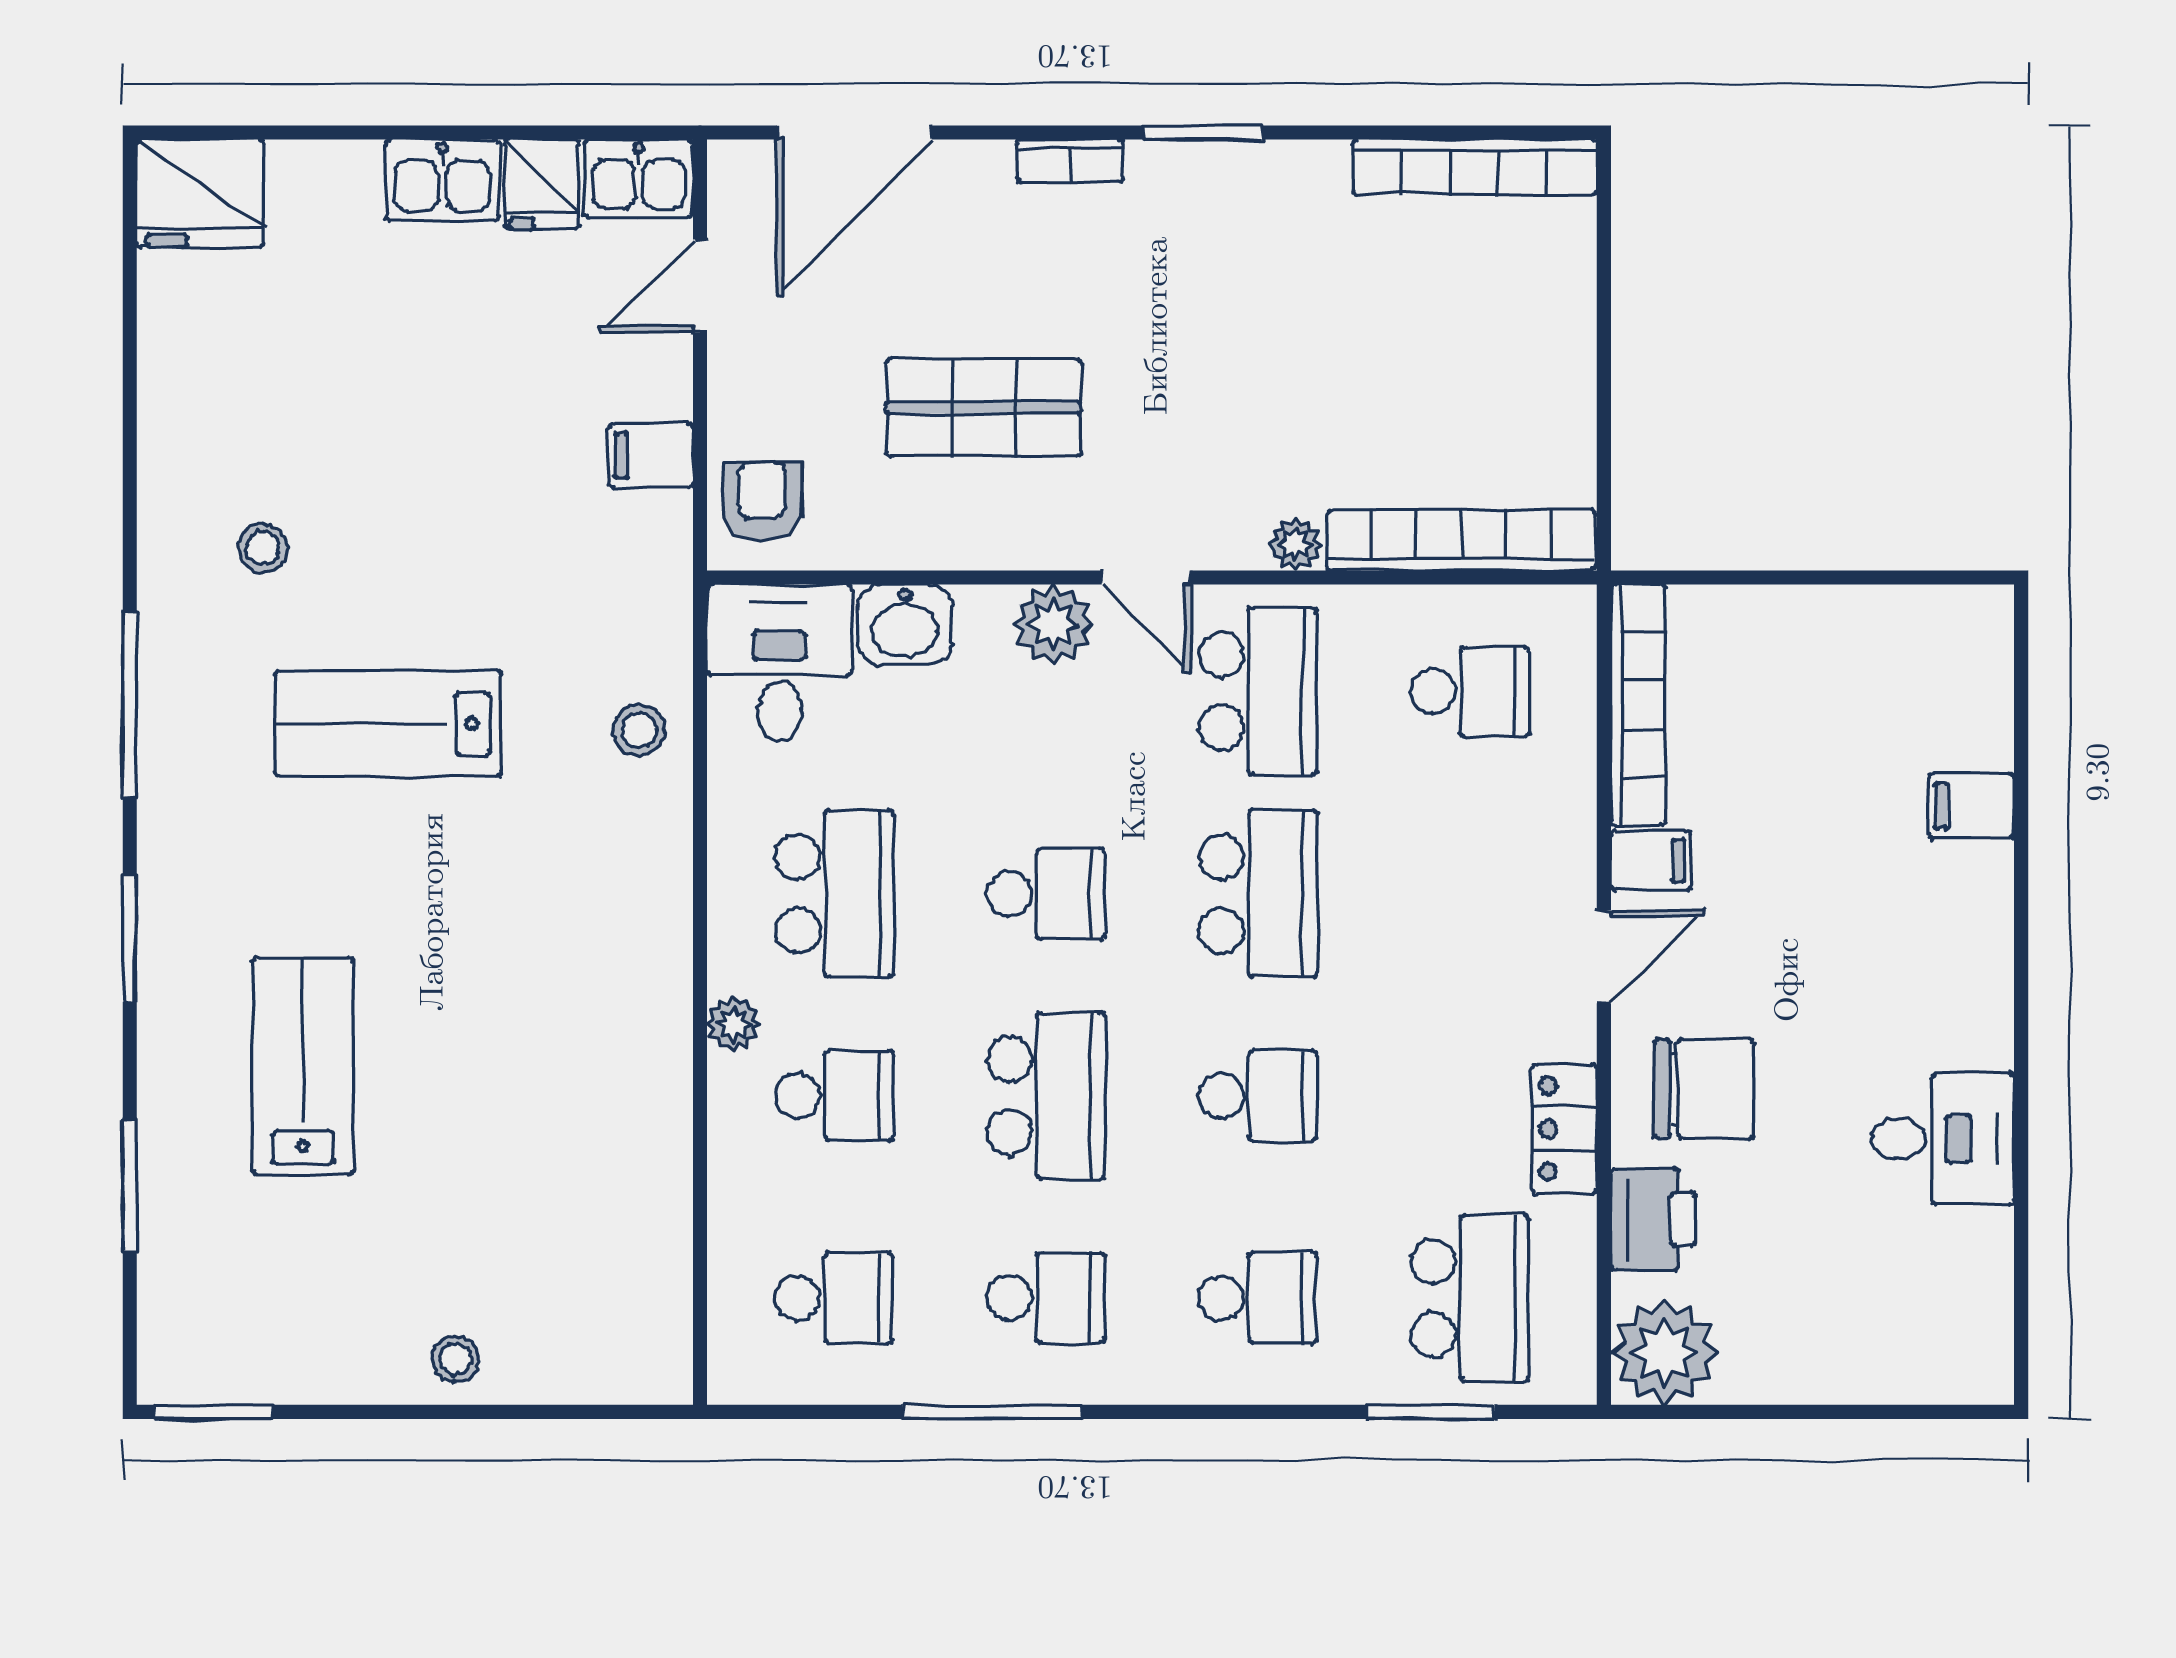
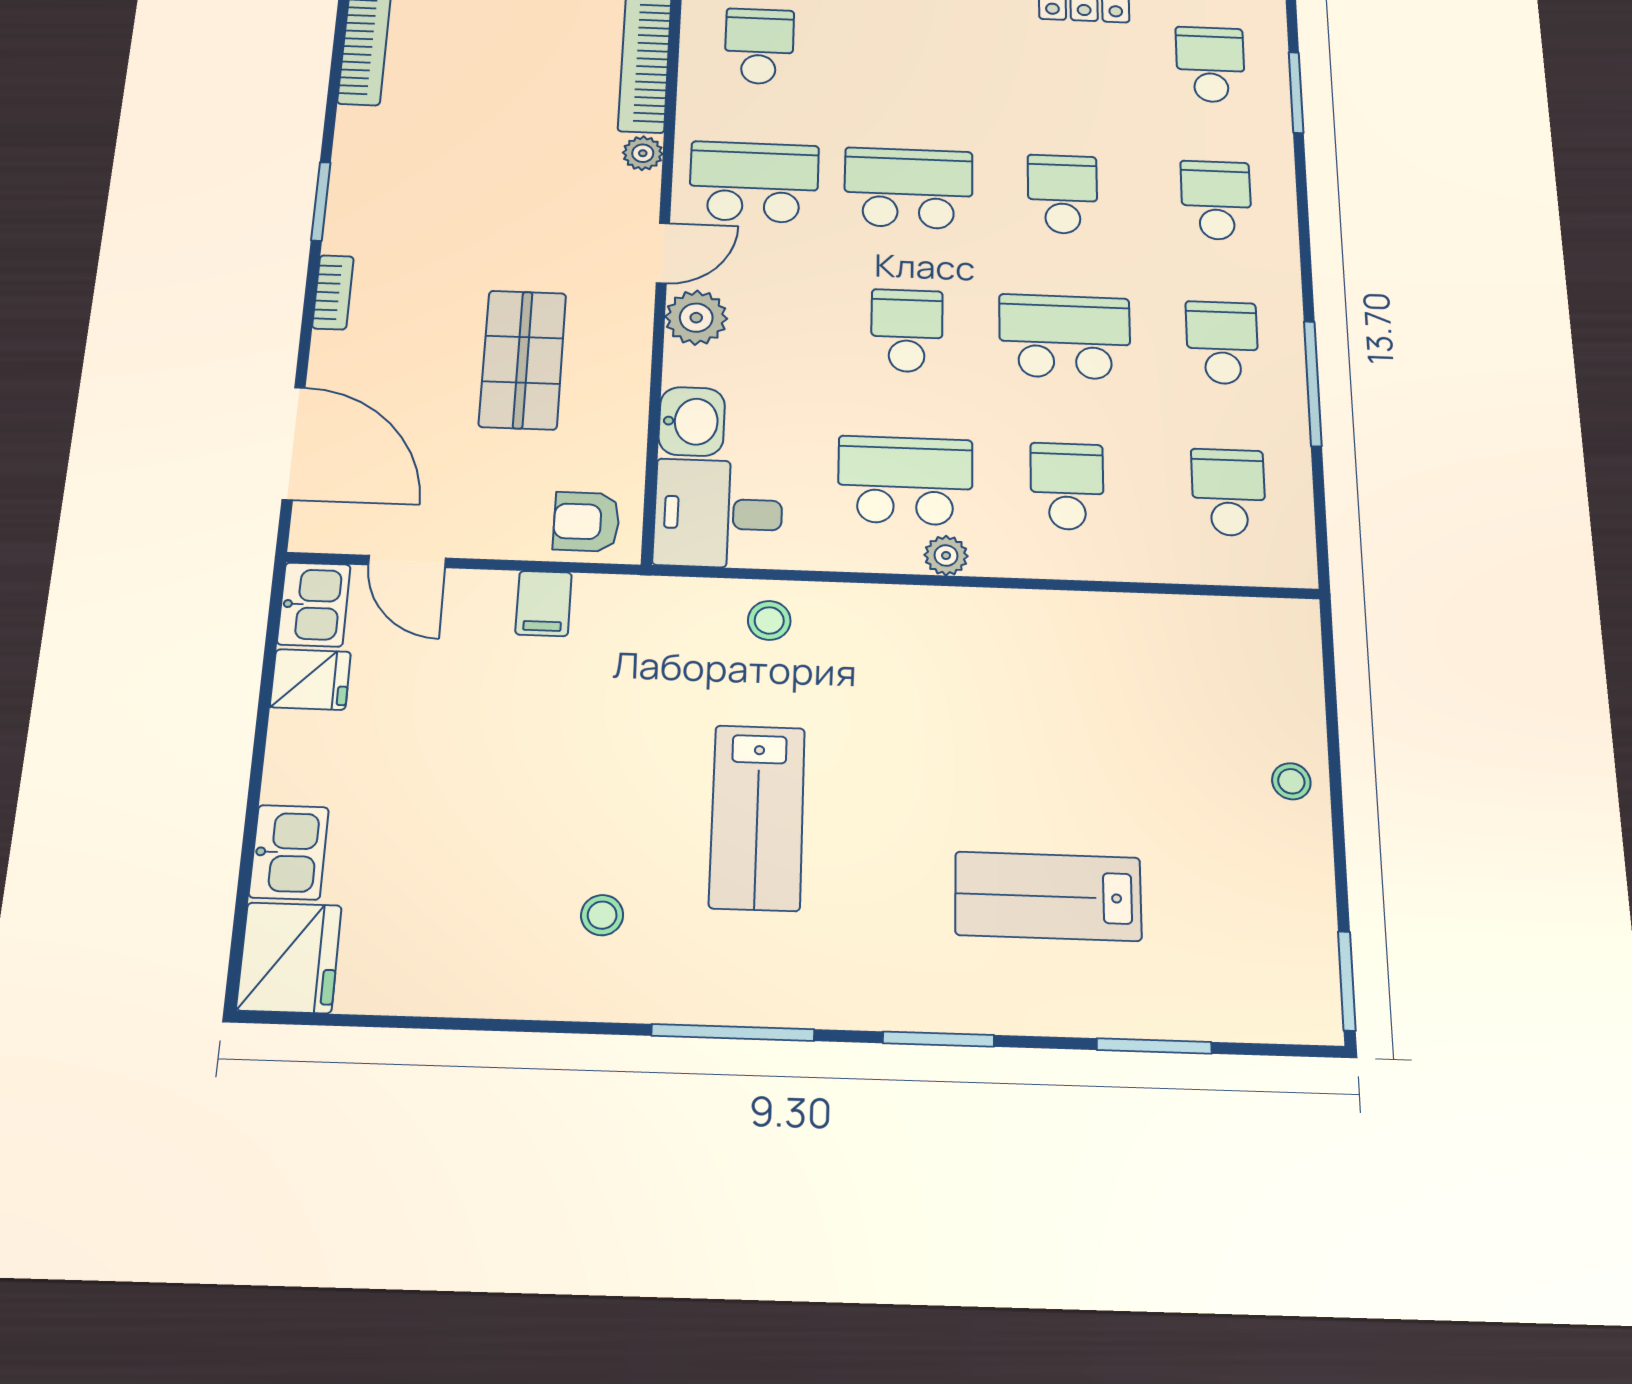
kitchen sink: (442, 180) -> (289, 852), moved
plant: (734, 1024) -> (946, 555), moved
school desk: (1470, 1298) -> (1210, 65), width x0.54

